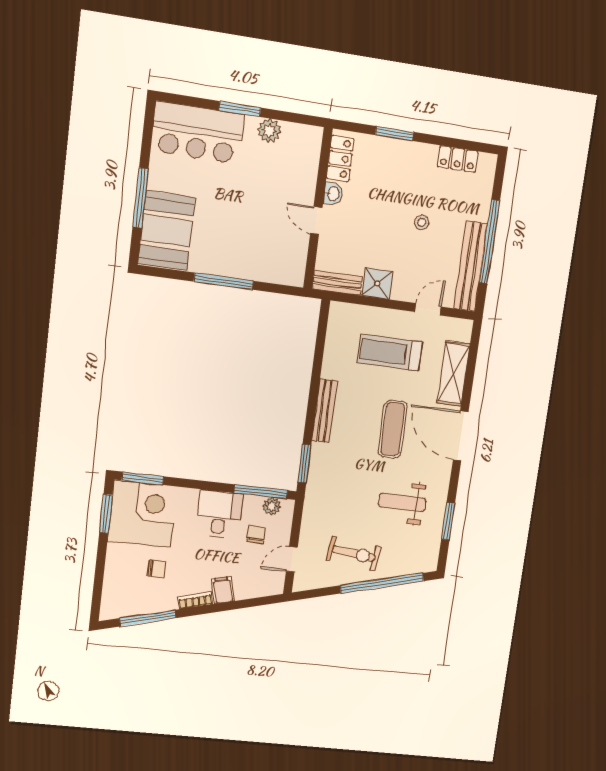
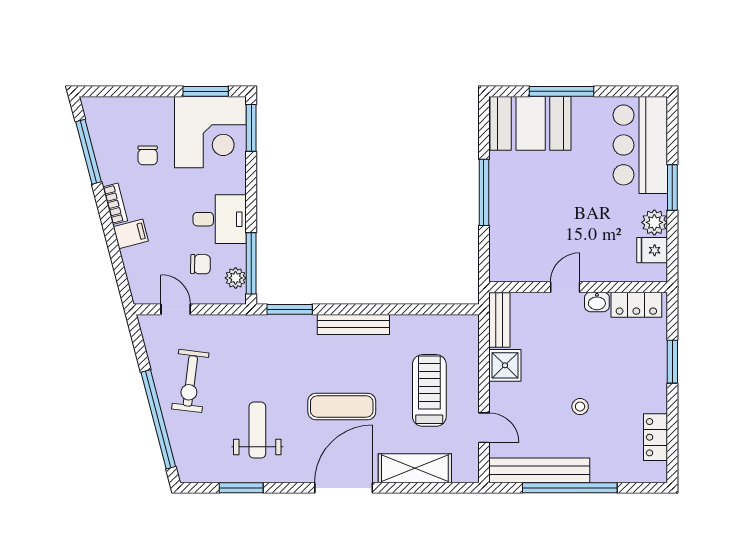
fridge: (294, 137) -> (652, 250), added

